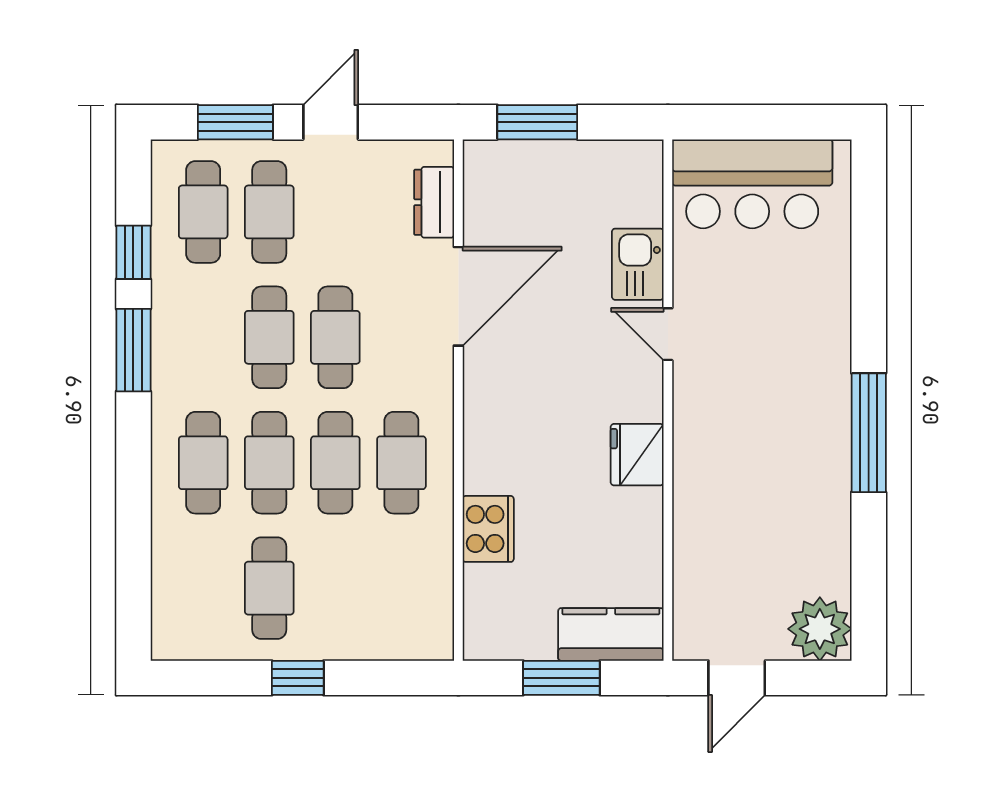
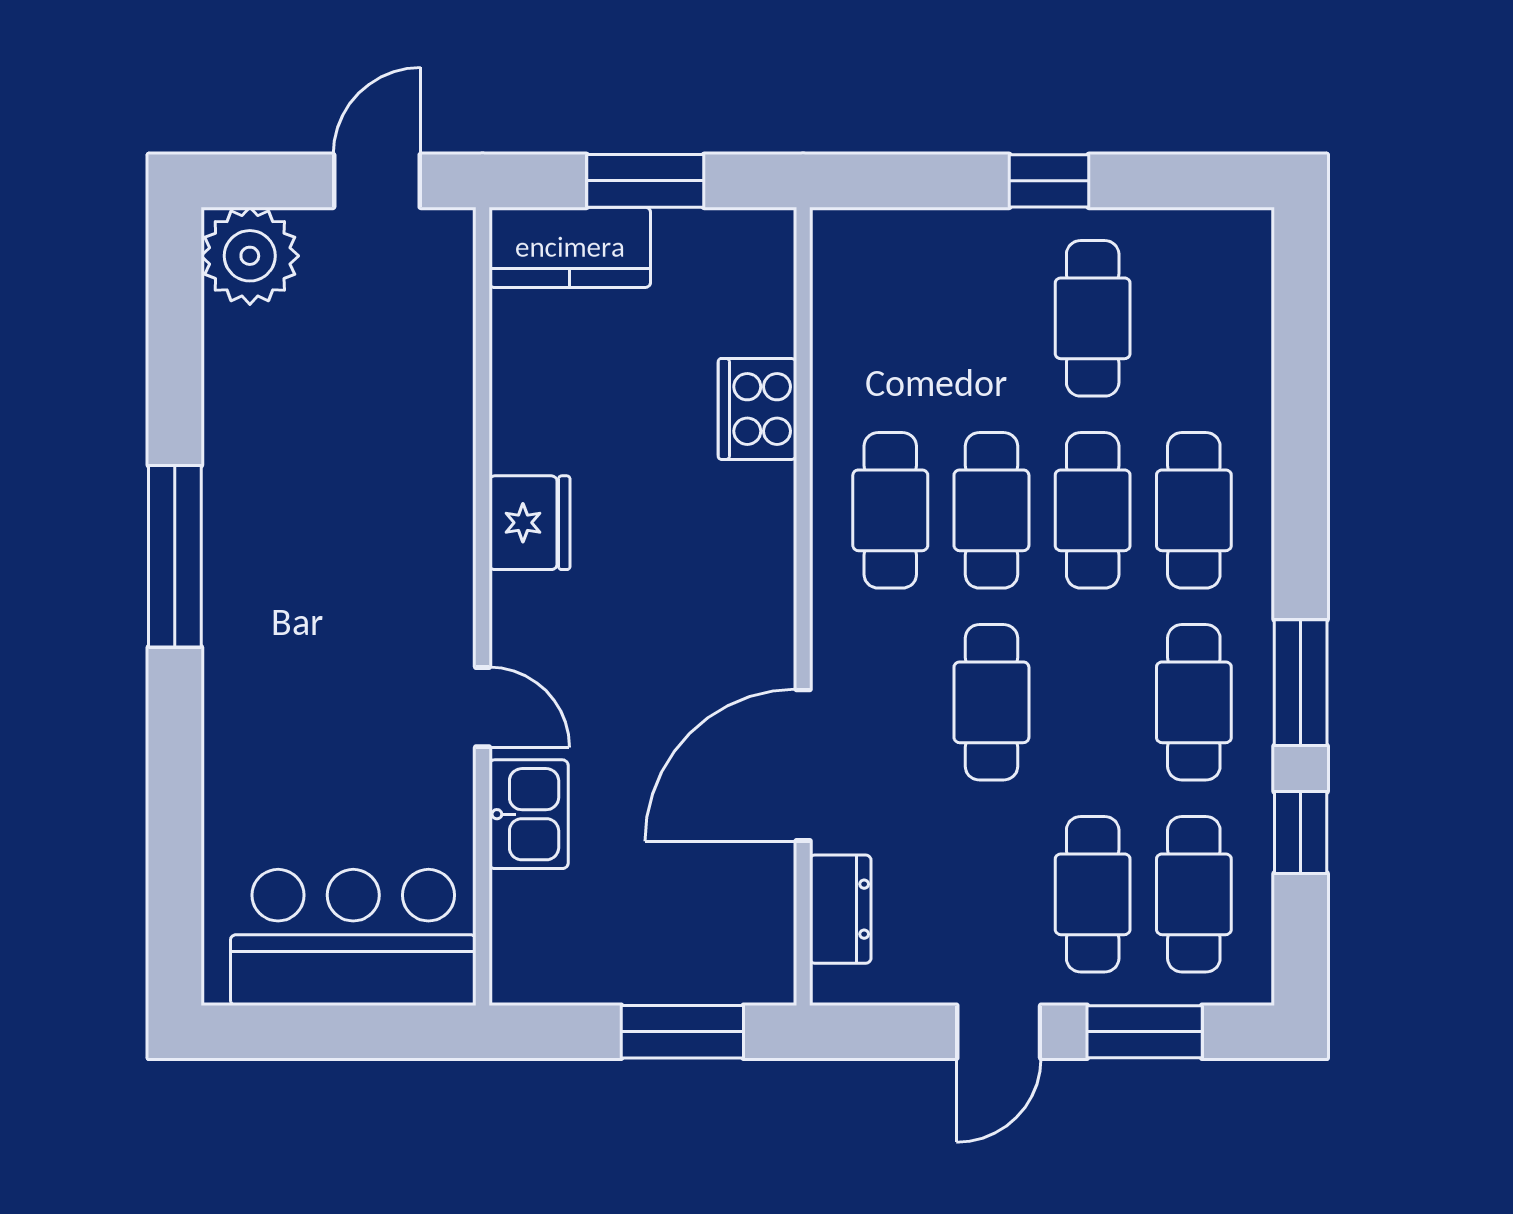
cafe table: (269, 337) -> (1194, 702), moved

